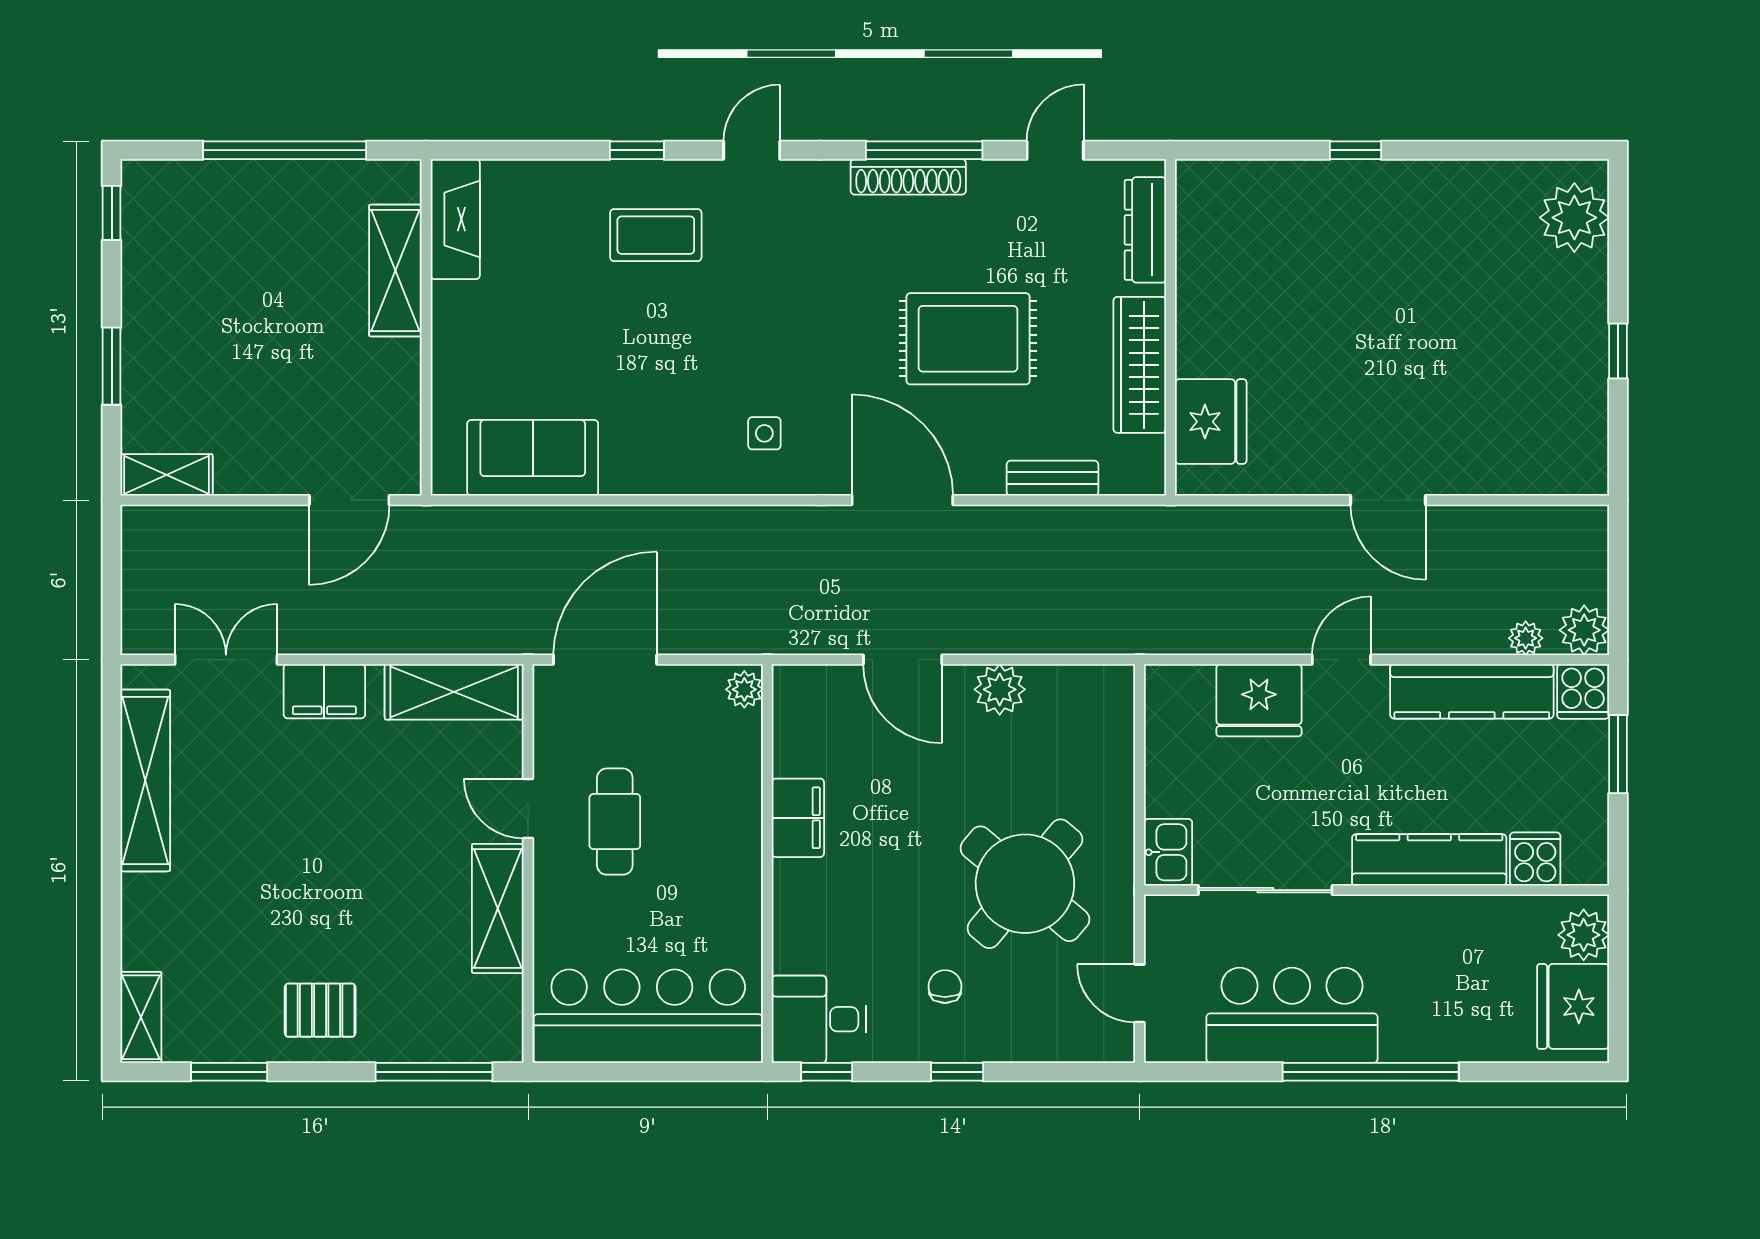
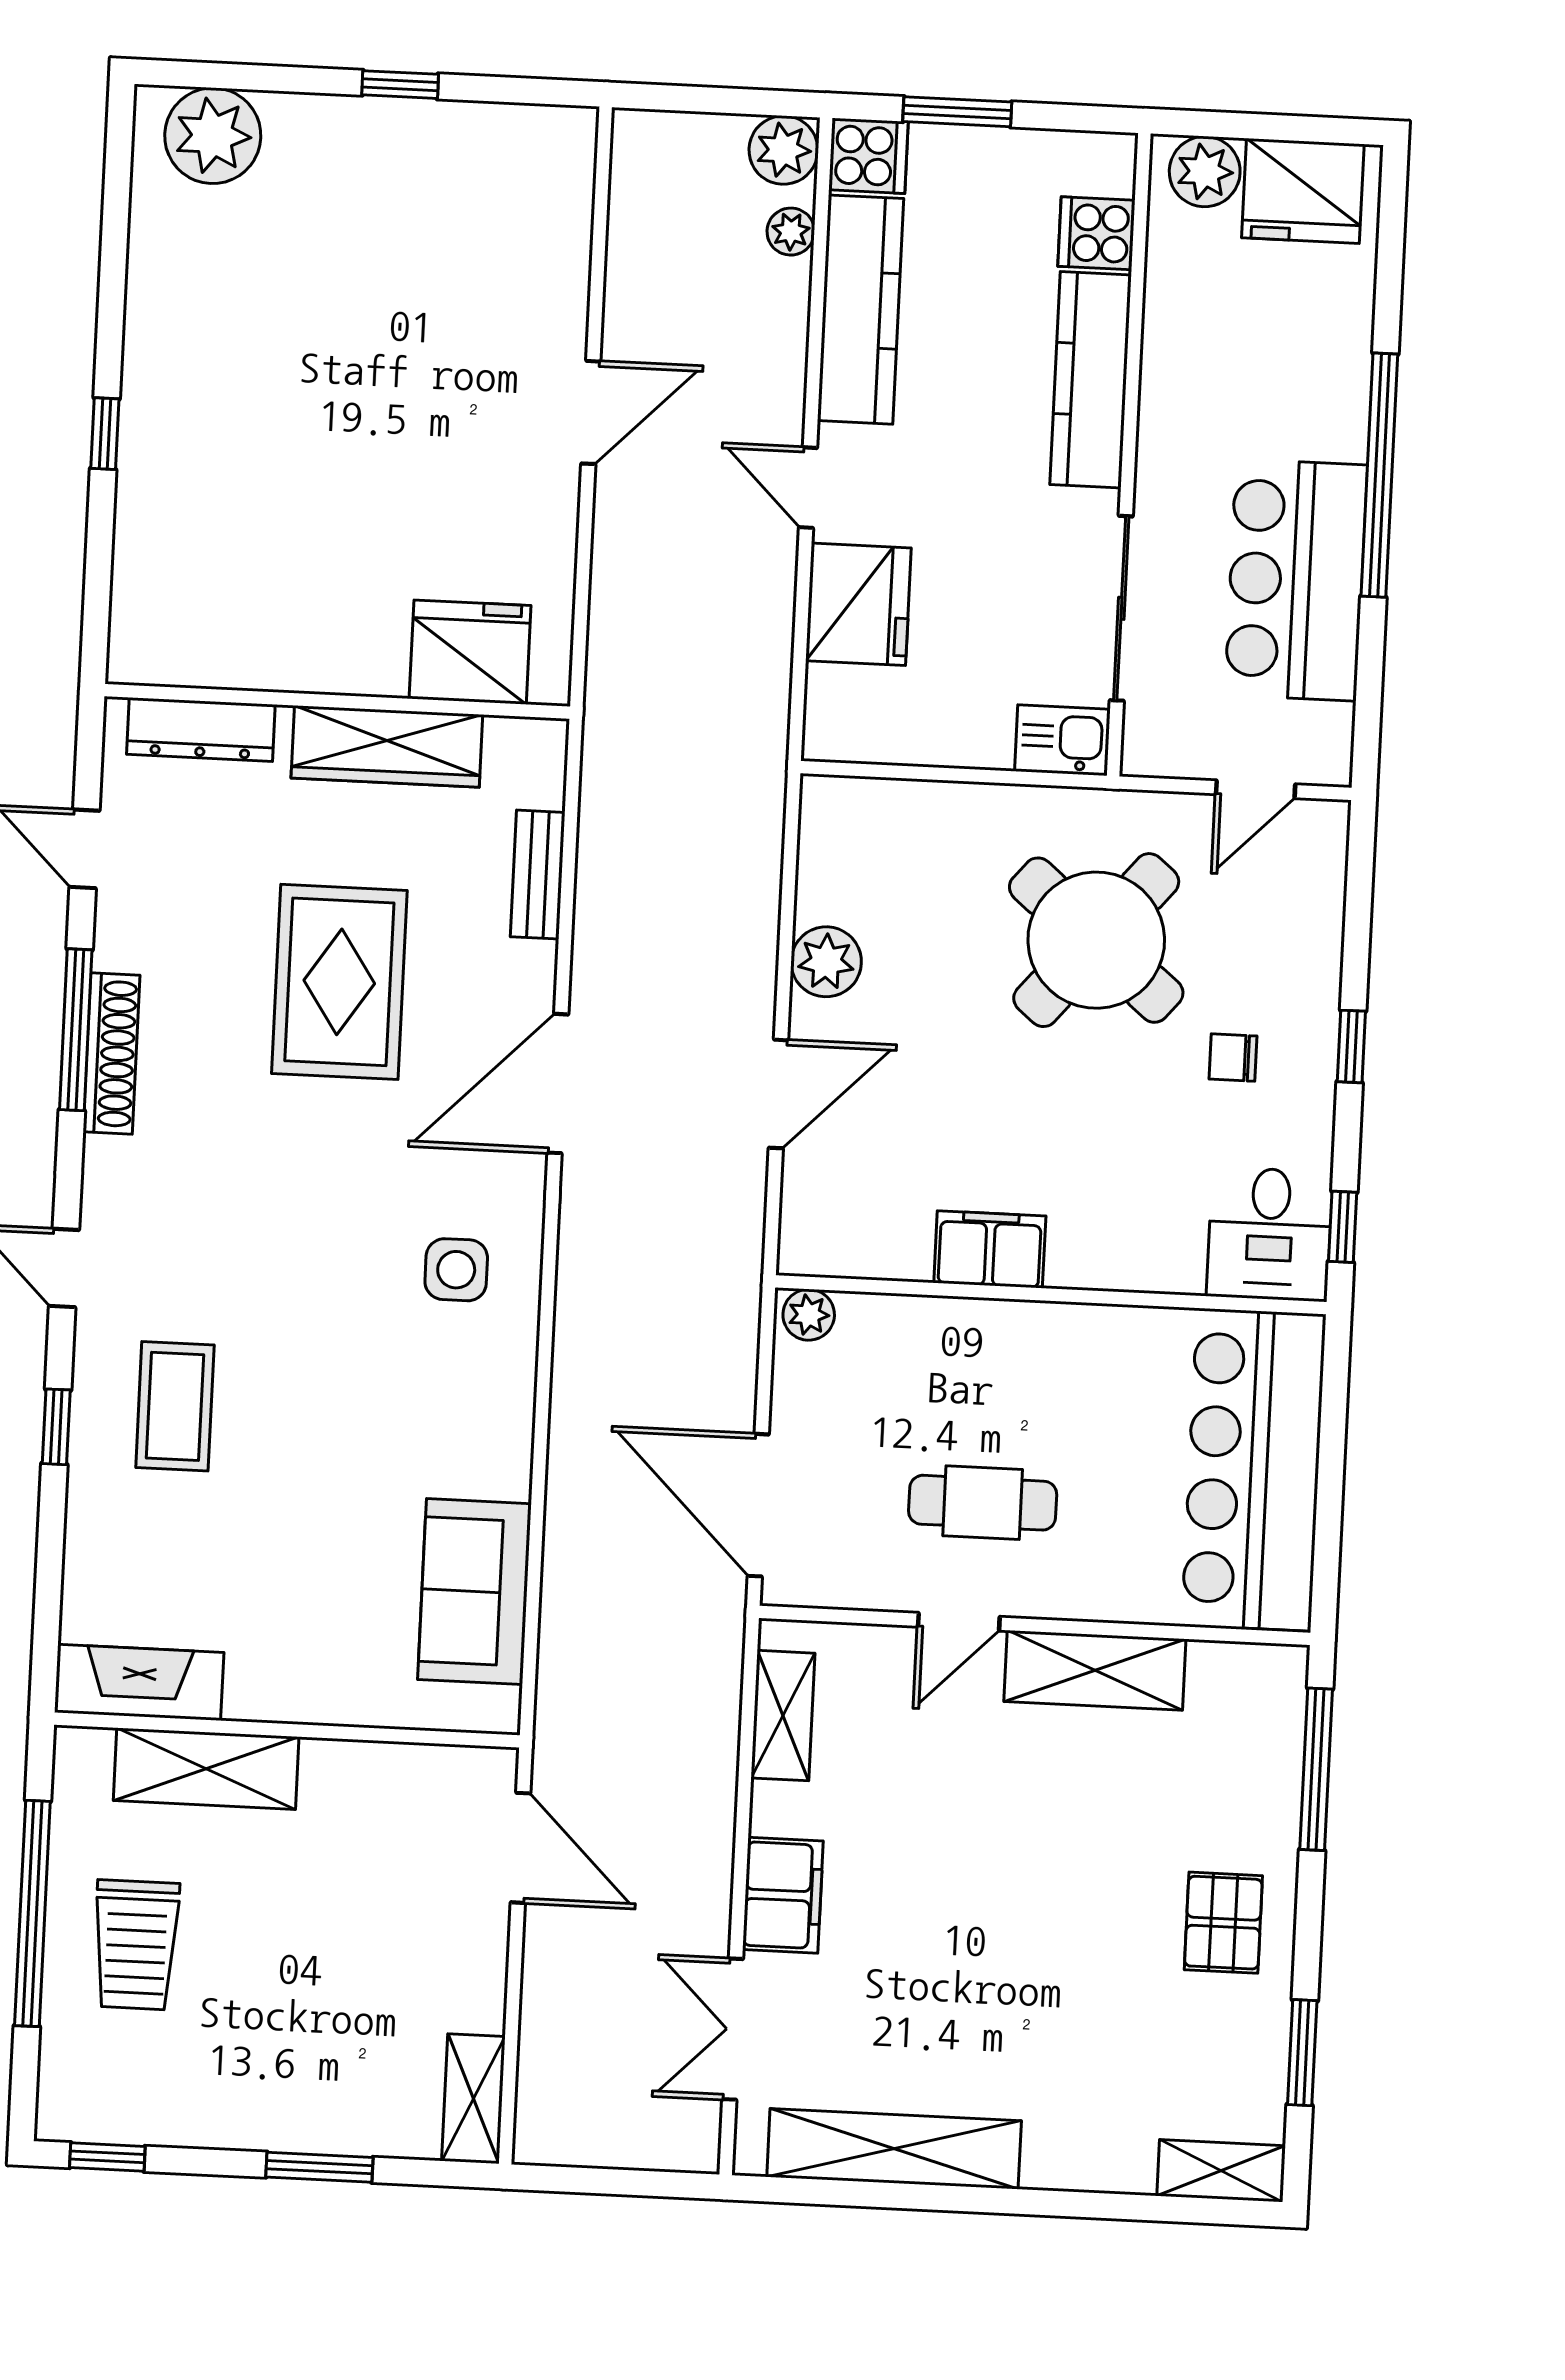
trolley: (266, 226) -> (136, 1945), added
side table: (764, 433) -> (456, 1270), width x1.37, depth x1.37
shelving: (454, 692) -> (783, 1716), width x0.67, depth x0.75

